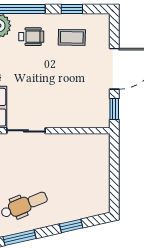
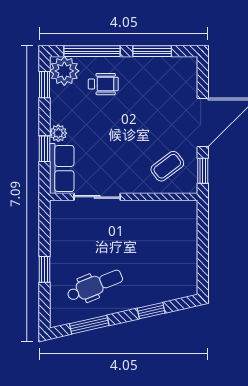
window: (72, 9) -> (152, 51), width x1.50
coffee table: (72, 37) -> (167, 166), moved, turned -38

